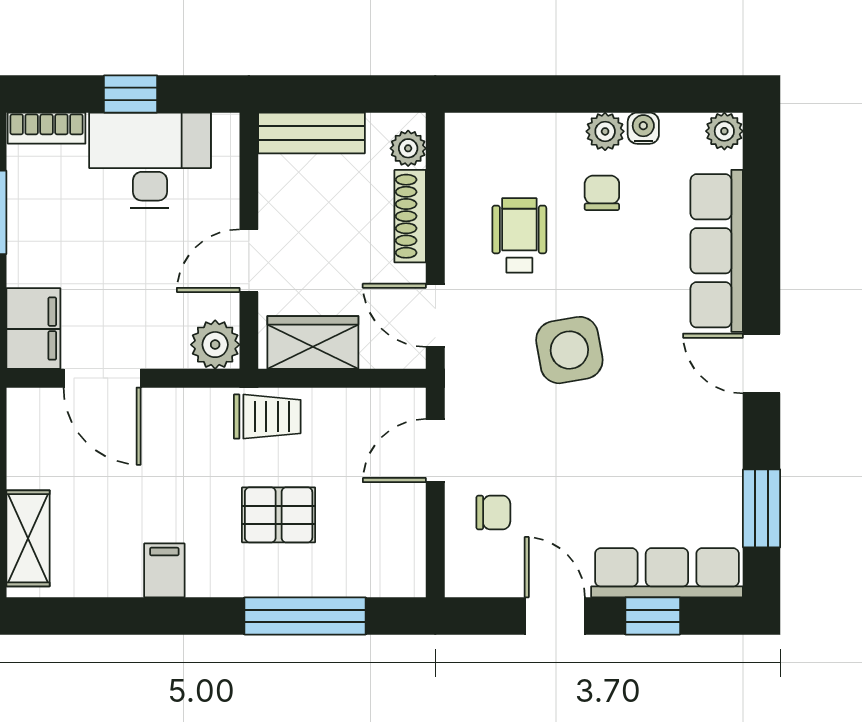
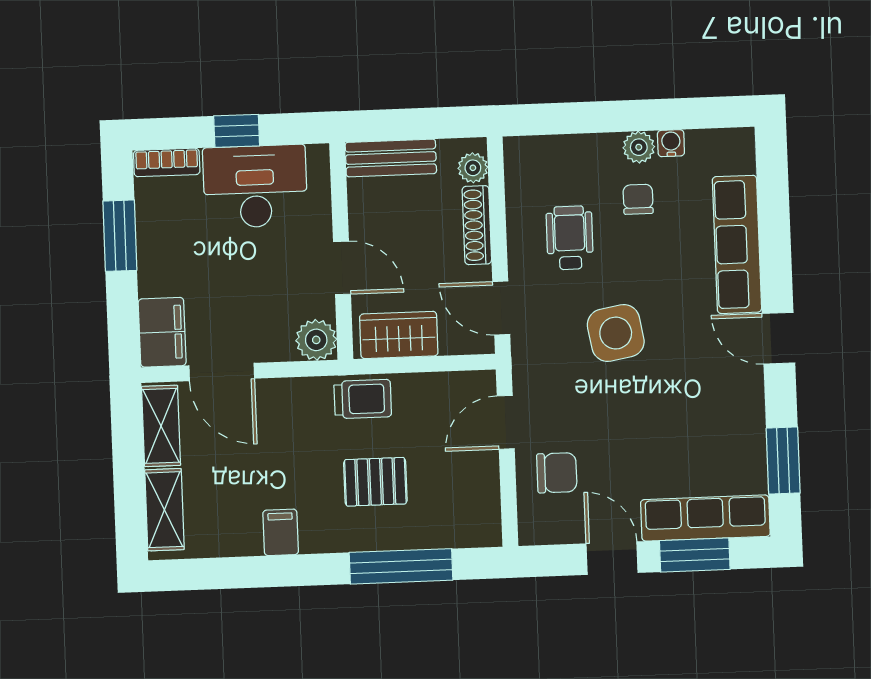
plant: (724, 131) -> (740, 143), removed
door: (249, 261) -> (342, 268), swing flipped
shelving: (28, 439) -> (161, 426), added
chair: (493, 513) -> (557, 473), width x1.37, depth x1.37
window: (653, 616) -> (695, 555), width x1.50

